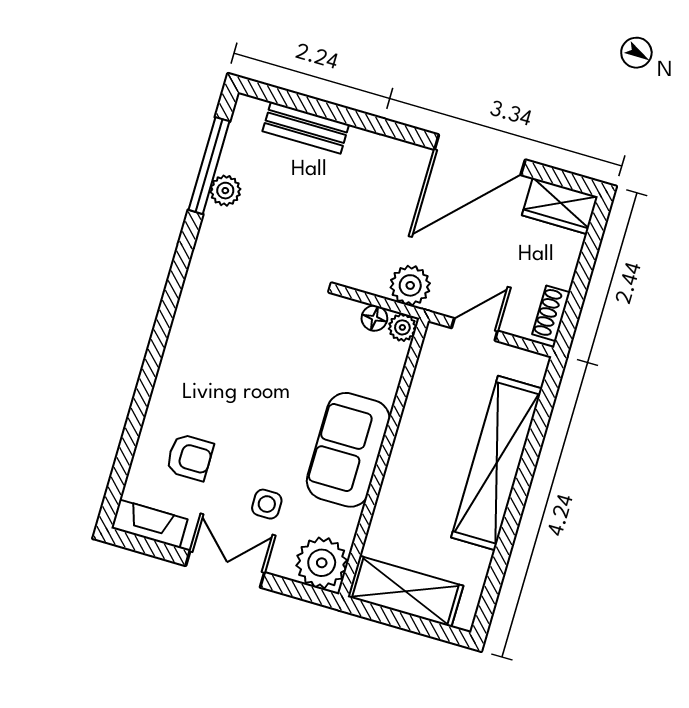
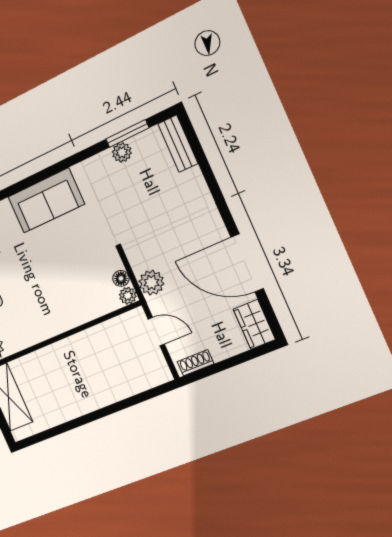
bench: (306, 128) -> (178, 144), moved
window: (209, 166) -> (127, 133), width x0.69
sofa: (348, 450) -> (46, 201), moved, turned 180
shelving: (497, 463) -> (101, 393), removed

